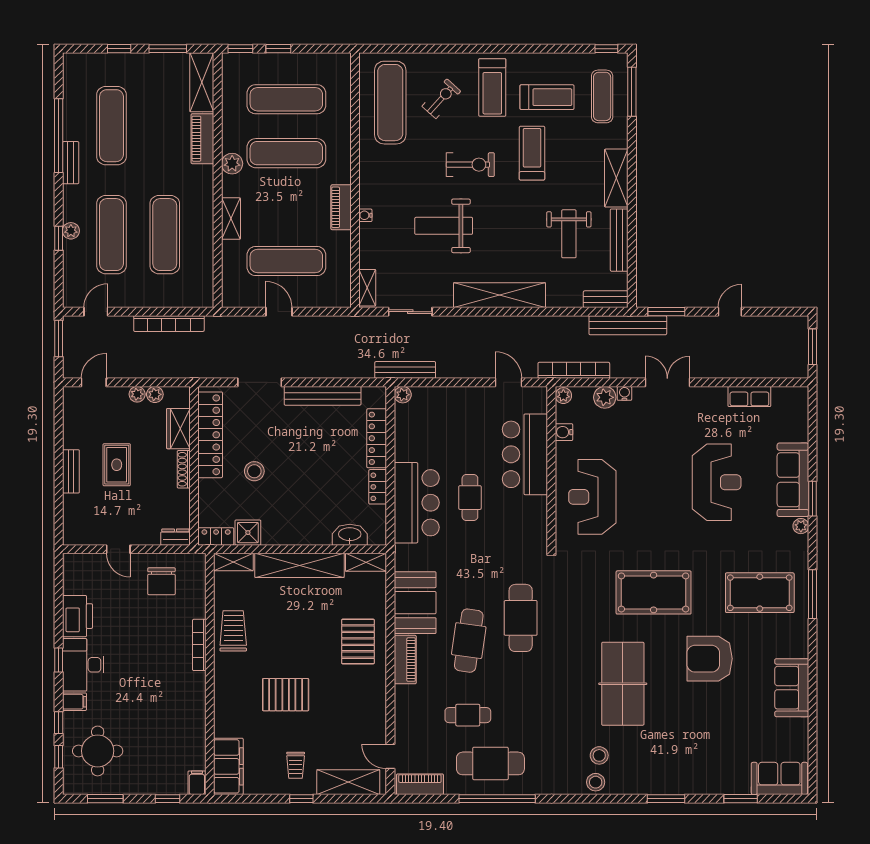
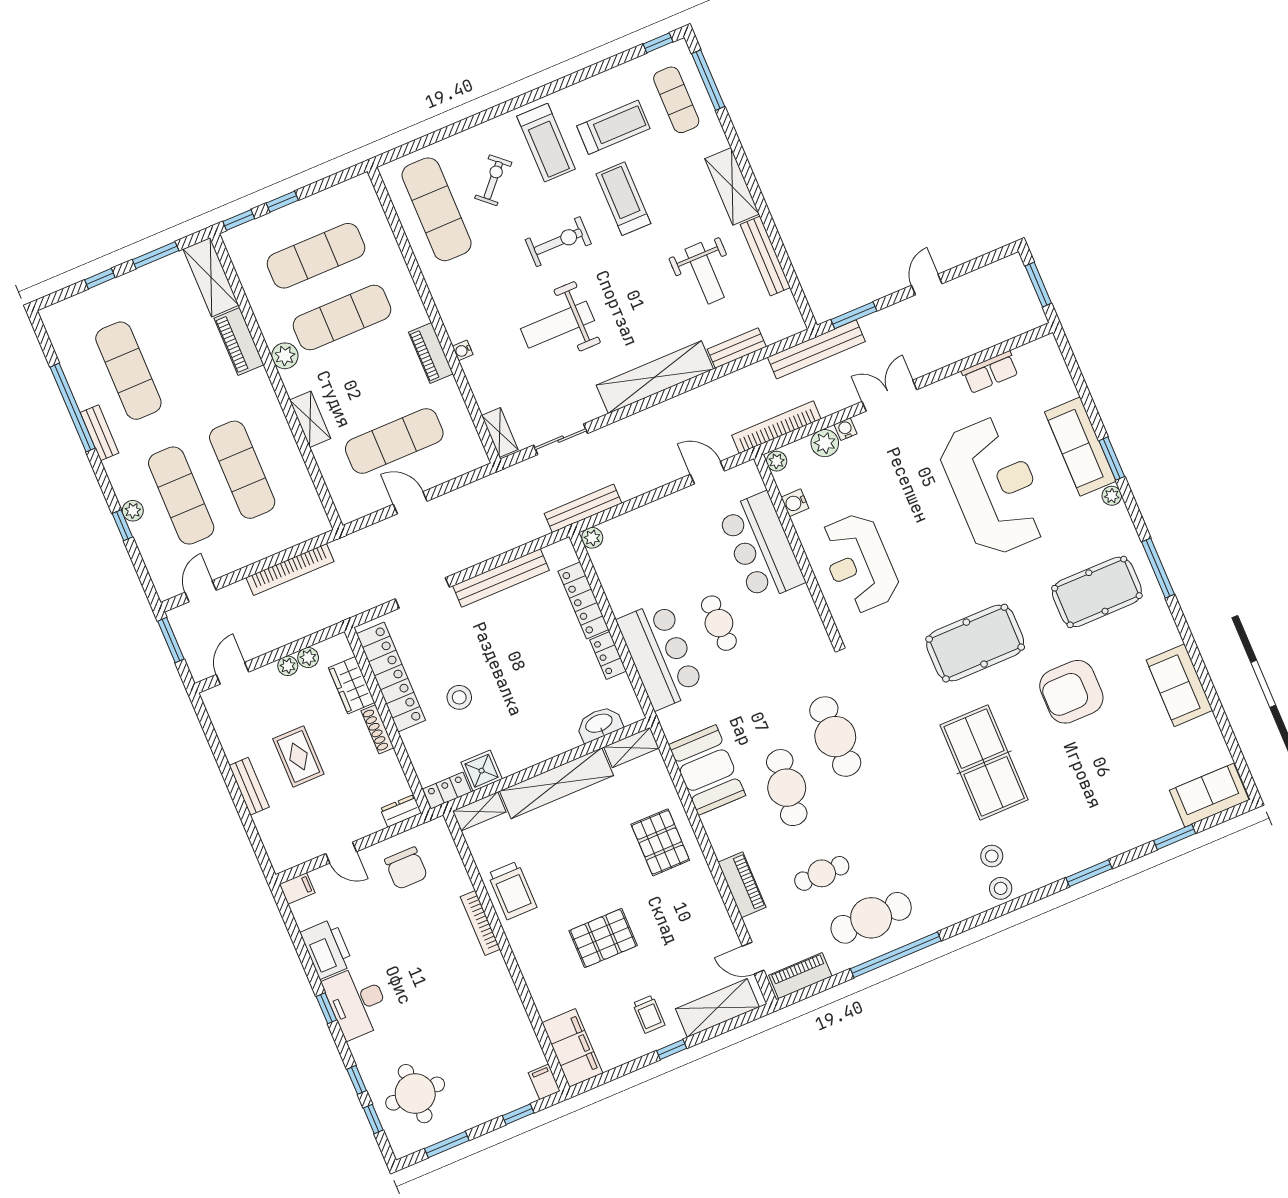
bench: (606, 299) -> (737, 348), moved
reception desk: (717, 482) -> (994, 486), width x1.36, depth x1.30
trolley: (233, 631) -> (512, 890), turned 180
piano: (405, 660) -> (742, 885), moved
filing cabinet: (74, 702) -> (297, 888), moved

